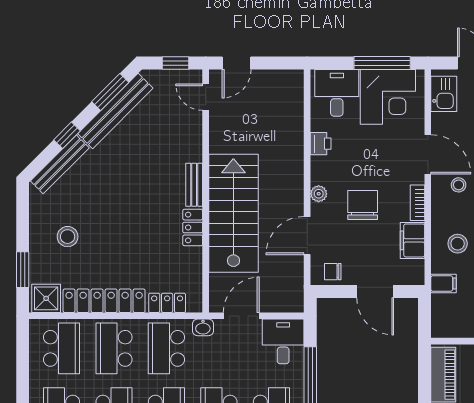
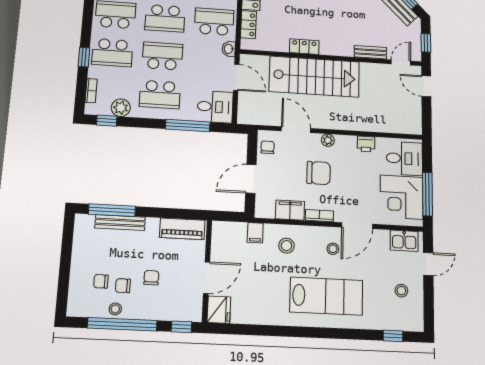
bench: (194, 185) -> (370, 52), moved

